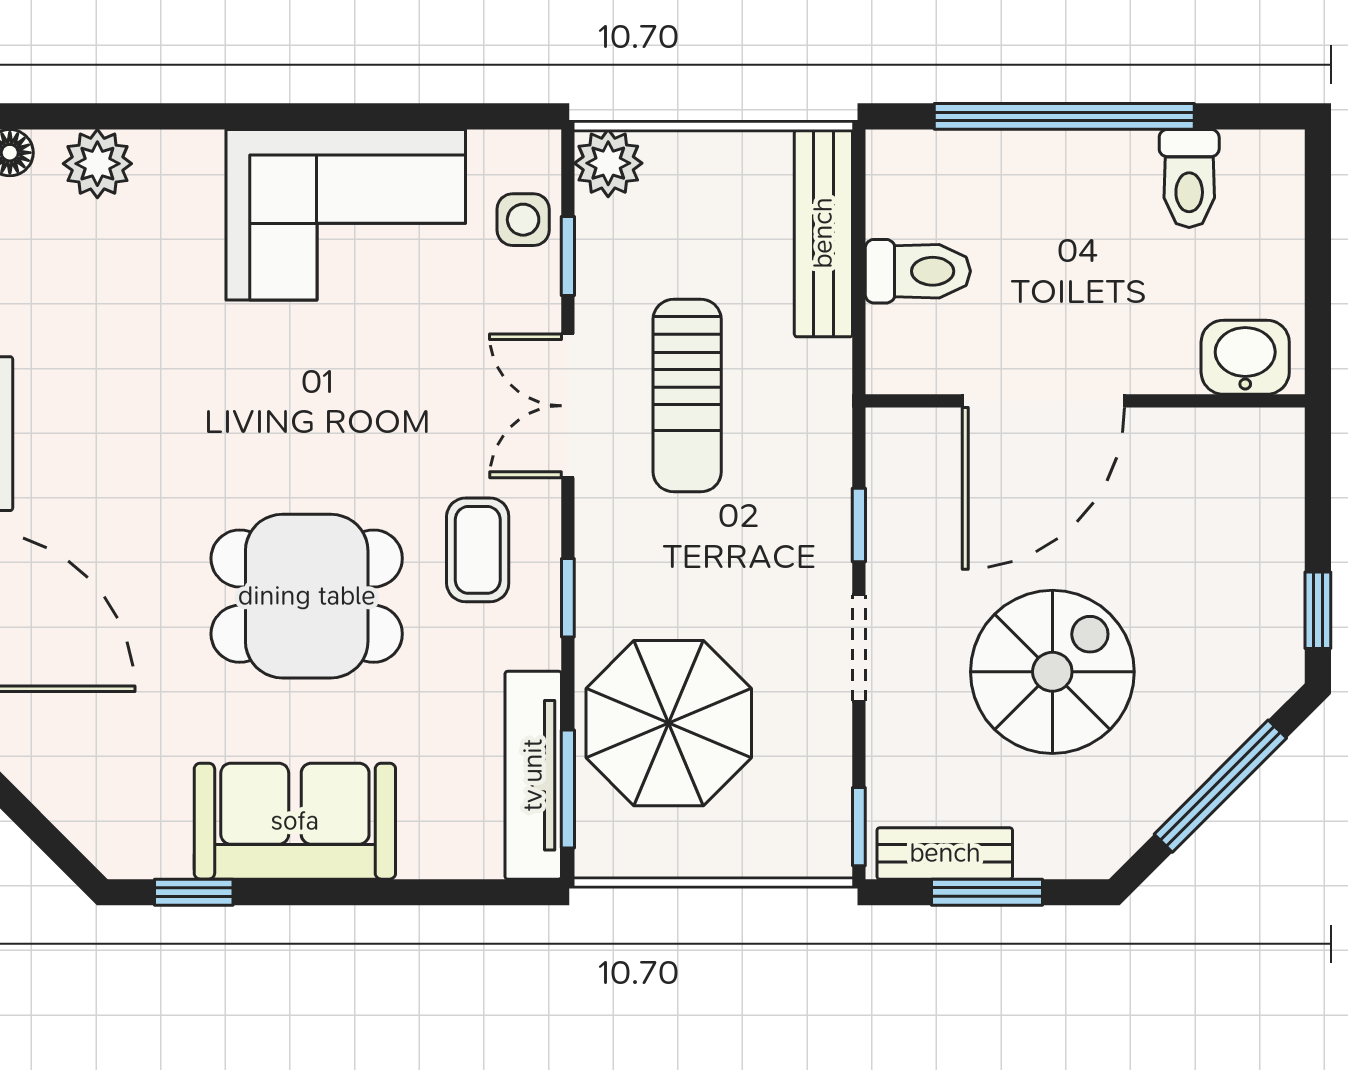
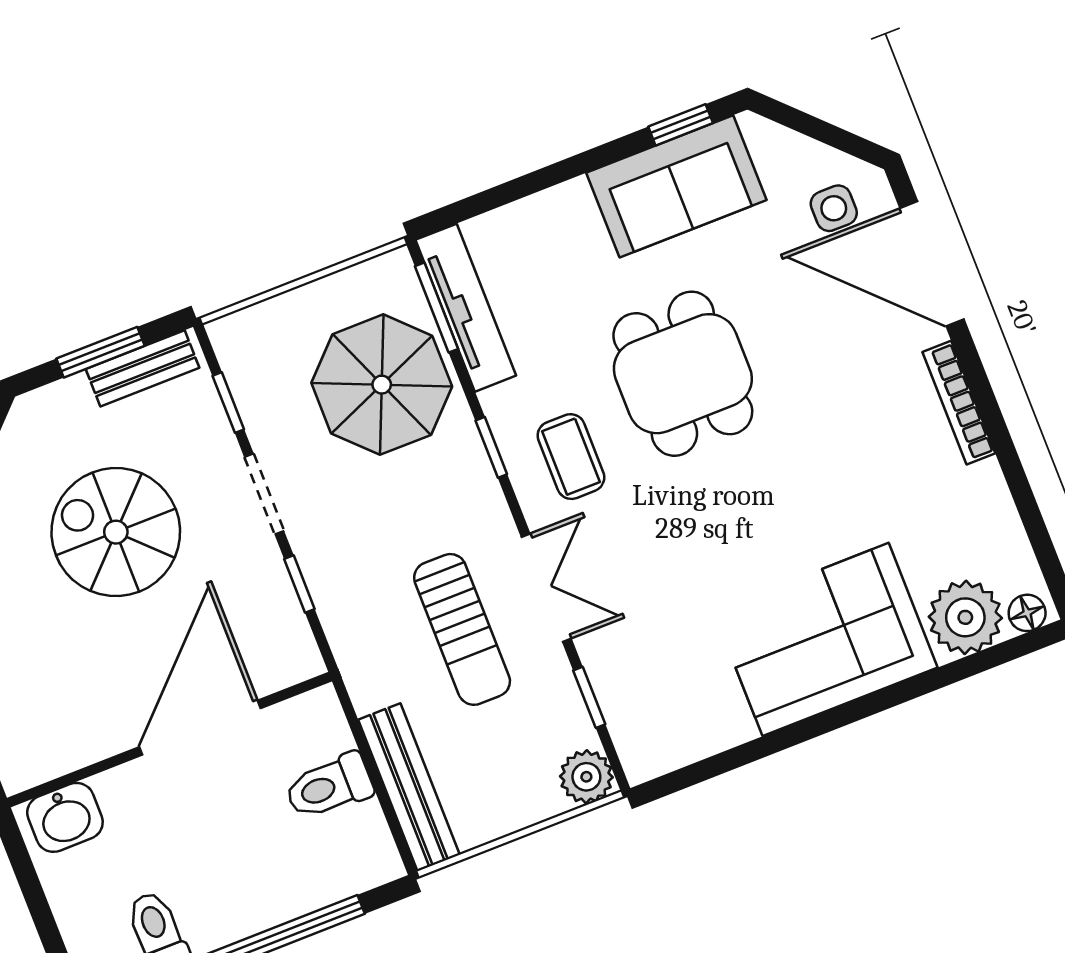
plant: (97, 164) -> (965, 617), width x1.36, depth x1.36
corner sofa: (346, 215) -> (826, 639), moved
side table: (523, 220) -> (834, 208), moved
sun lounger: (687, 396) -> (462, 629), turned 180
dining table: (307, 596) -> (683, 374), turned 90
spiral stairs: (1052, 672) -> (116, 532), turned 90
sofa: (295, 821) -> (676, 186), moved
window: (859, 827) -> (228, 403), moved

